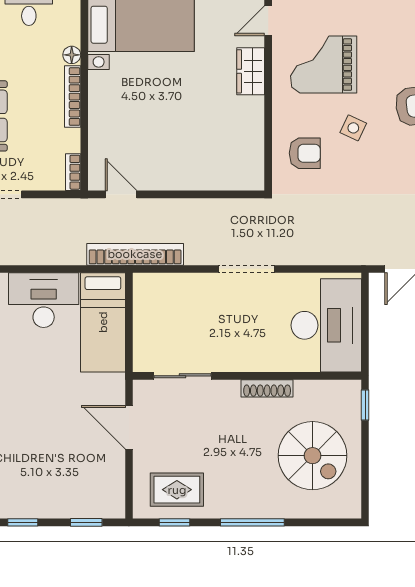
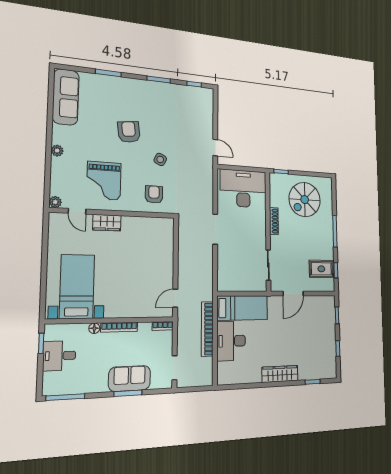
side table: (353, 128) -> (160, 159), moved
bookcase: (135, 254) -> (207, 329), moved
spiral stairs: (313, 456) -> (305, 200), turned 180
rug: (177, 490) -> (321, 269), turned 90

